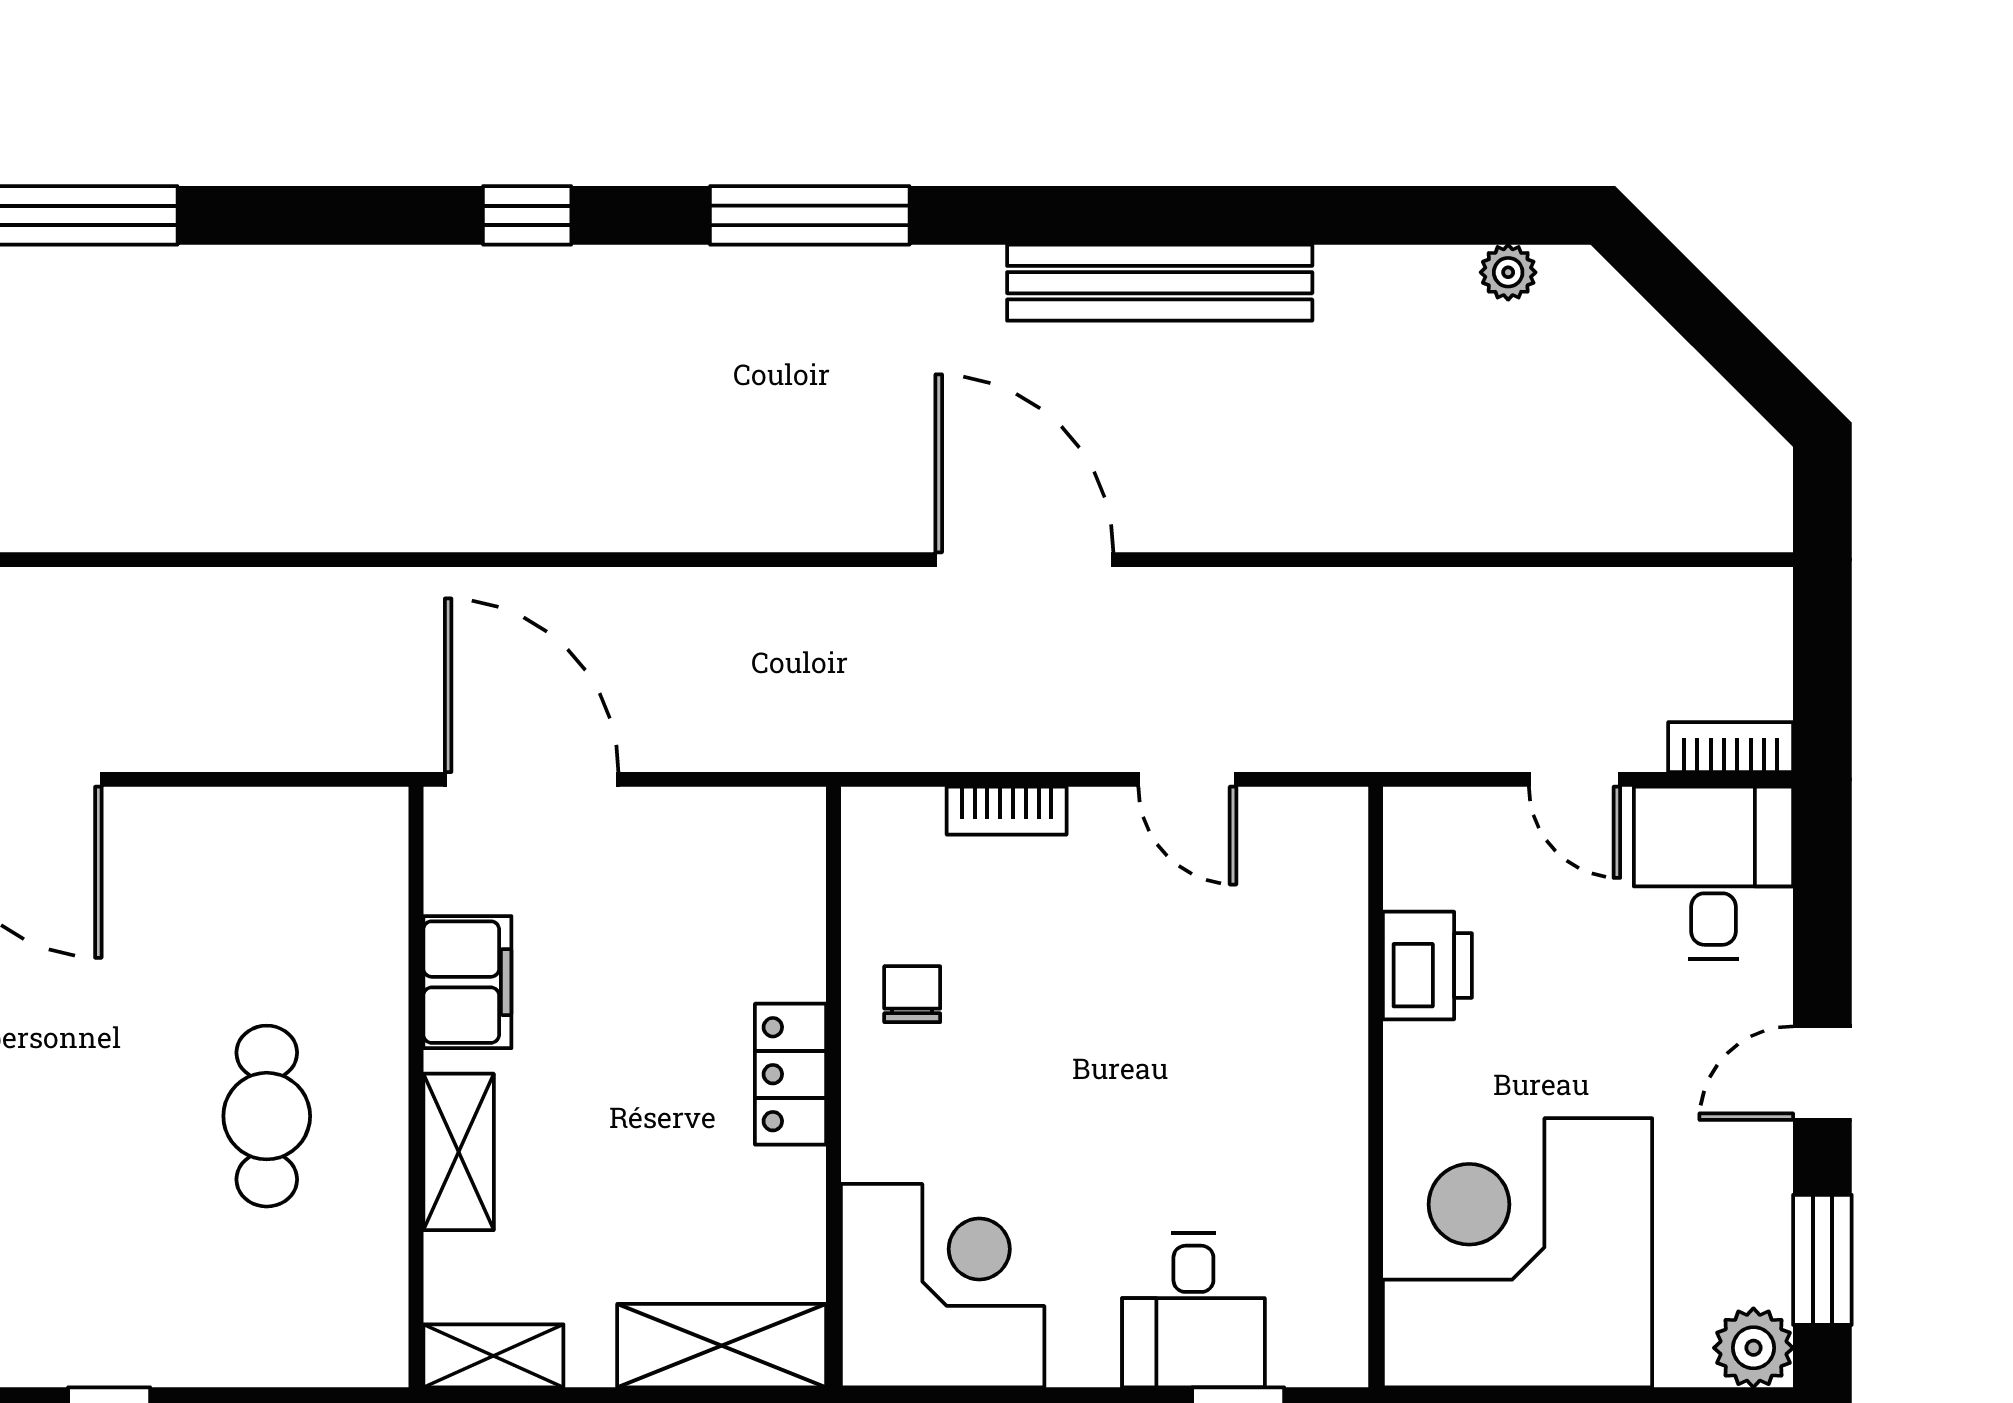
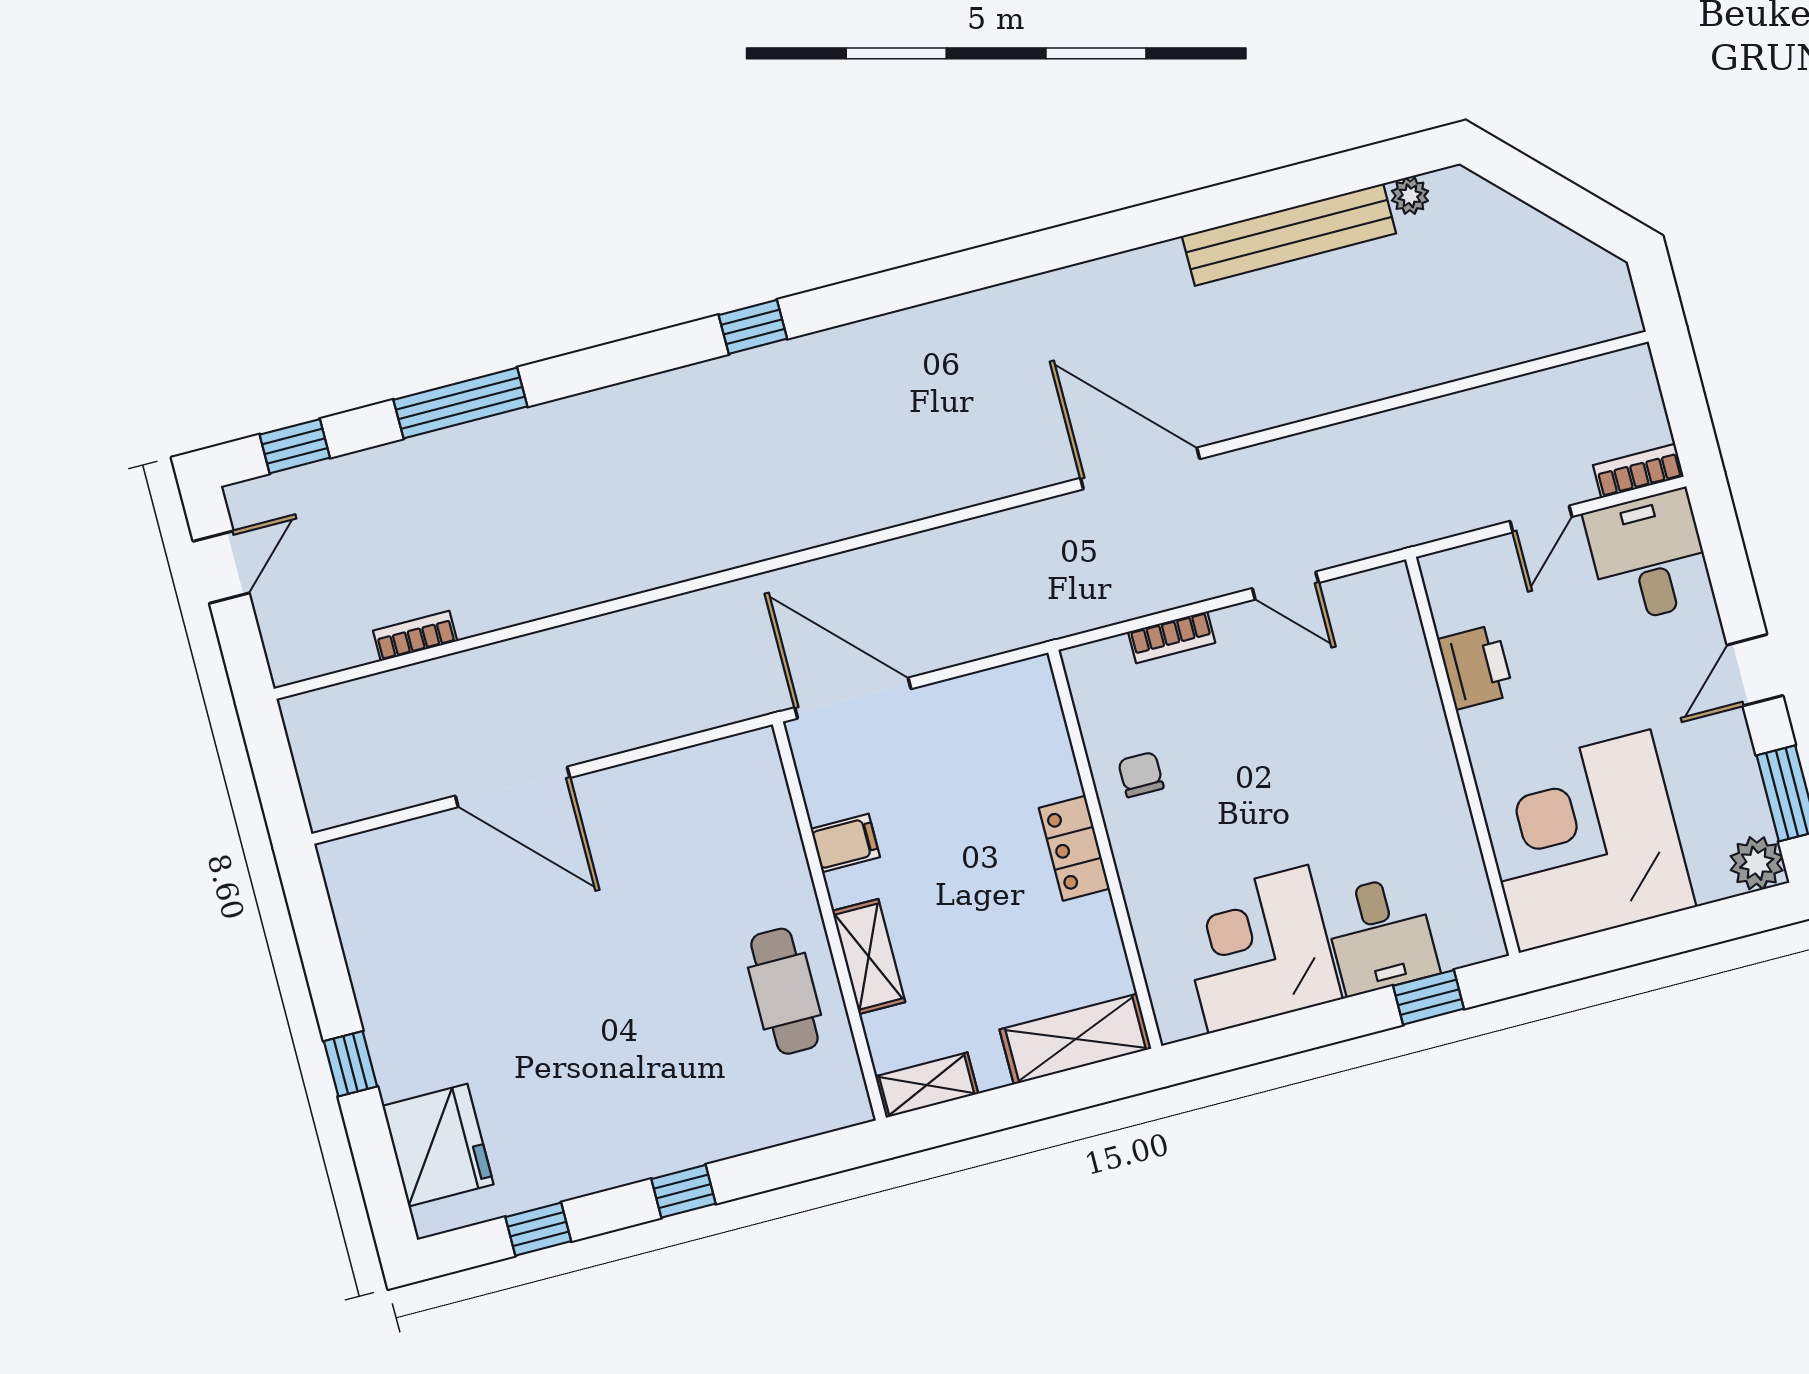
window: (810, 215) -> (939, 278), removed
bench: (1160, 283) -> (1289, 235), moved
door: (1575, 779) -> (1541, 519), hinge flipped
filing cabinet: (467, 982) -> (845, 843), width x0.50
cafe table: (267, 1116) -> (784, 991), moved
corner desk: (943, 1286) -> (1258, 949), moved, turned -90

